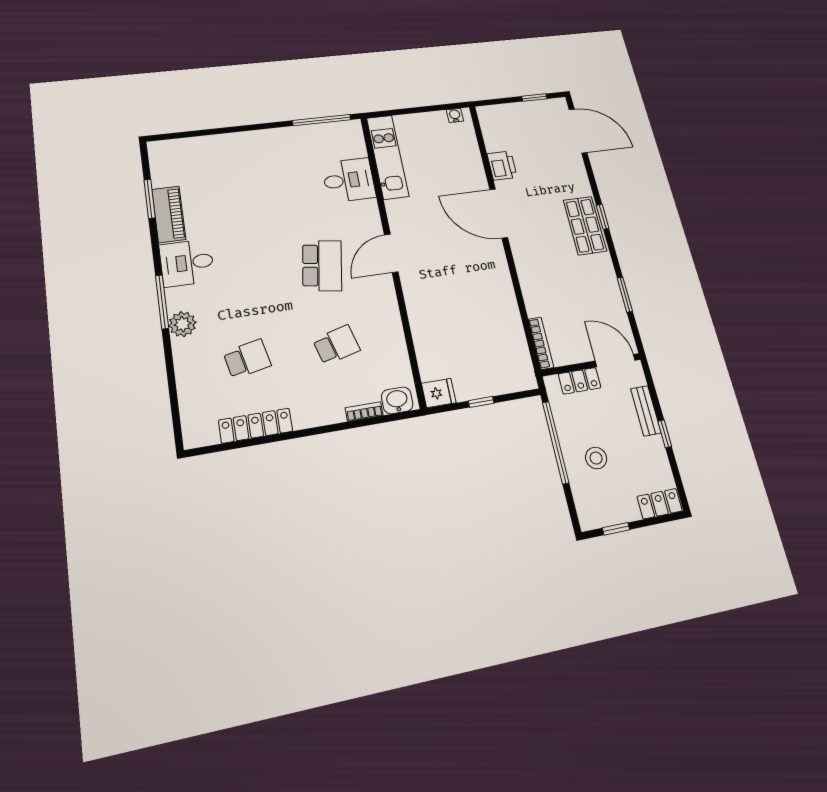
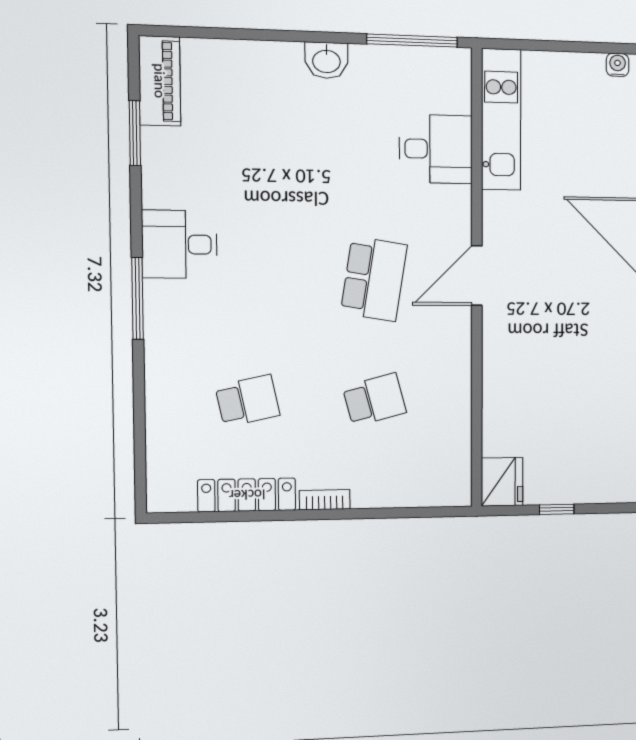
piano: (169, 214) -> (160, 81), moved
plant: (182, 324) -> (163, 336), removed
fridge: (439, 393) -> (502, 482), width x1.38
washbasin: (397, 400) -> (326, 60), moved, turned 180
bookcase: (364, 412) -> (325, 500), moved

